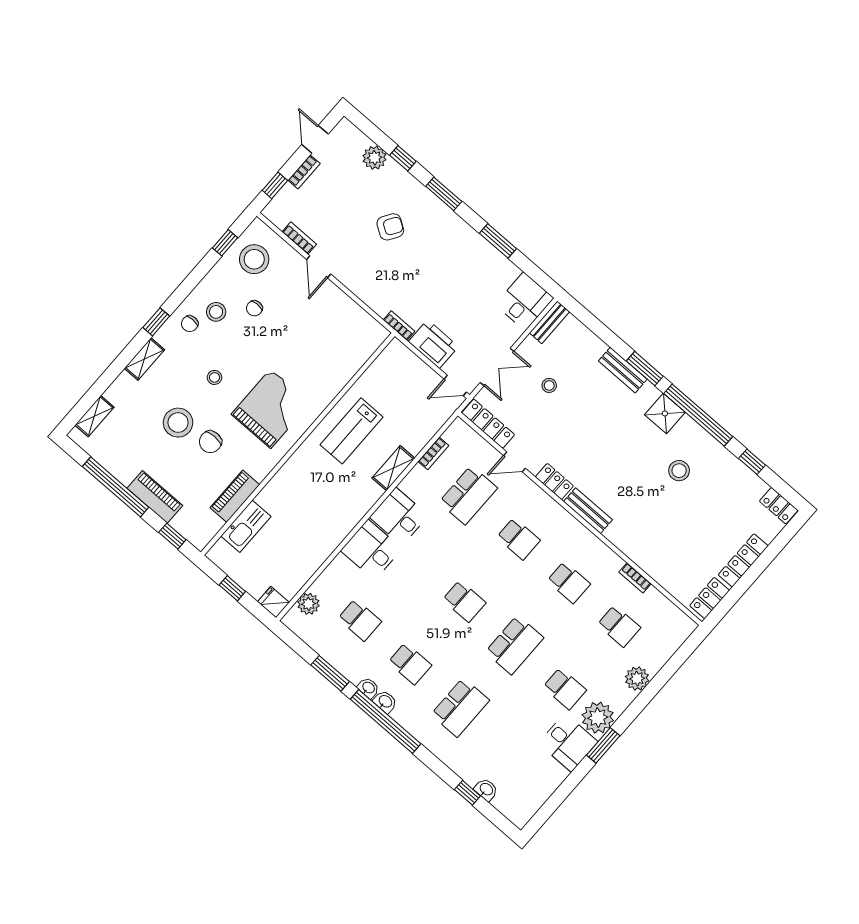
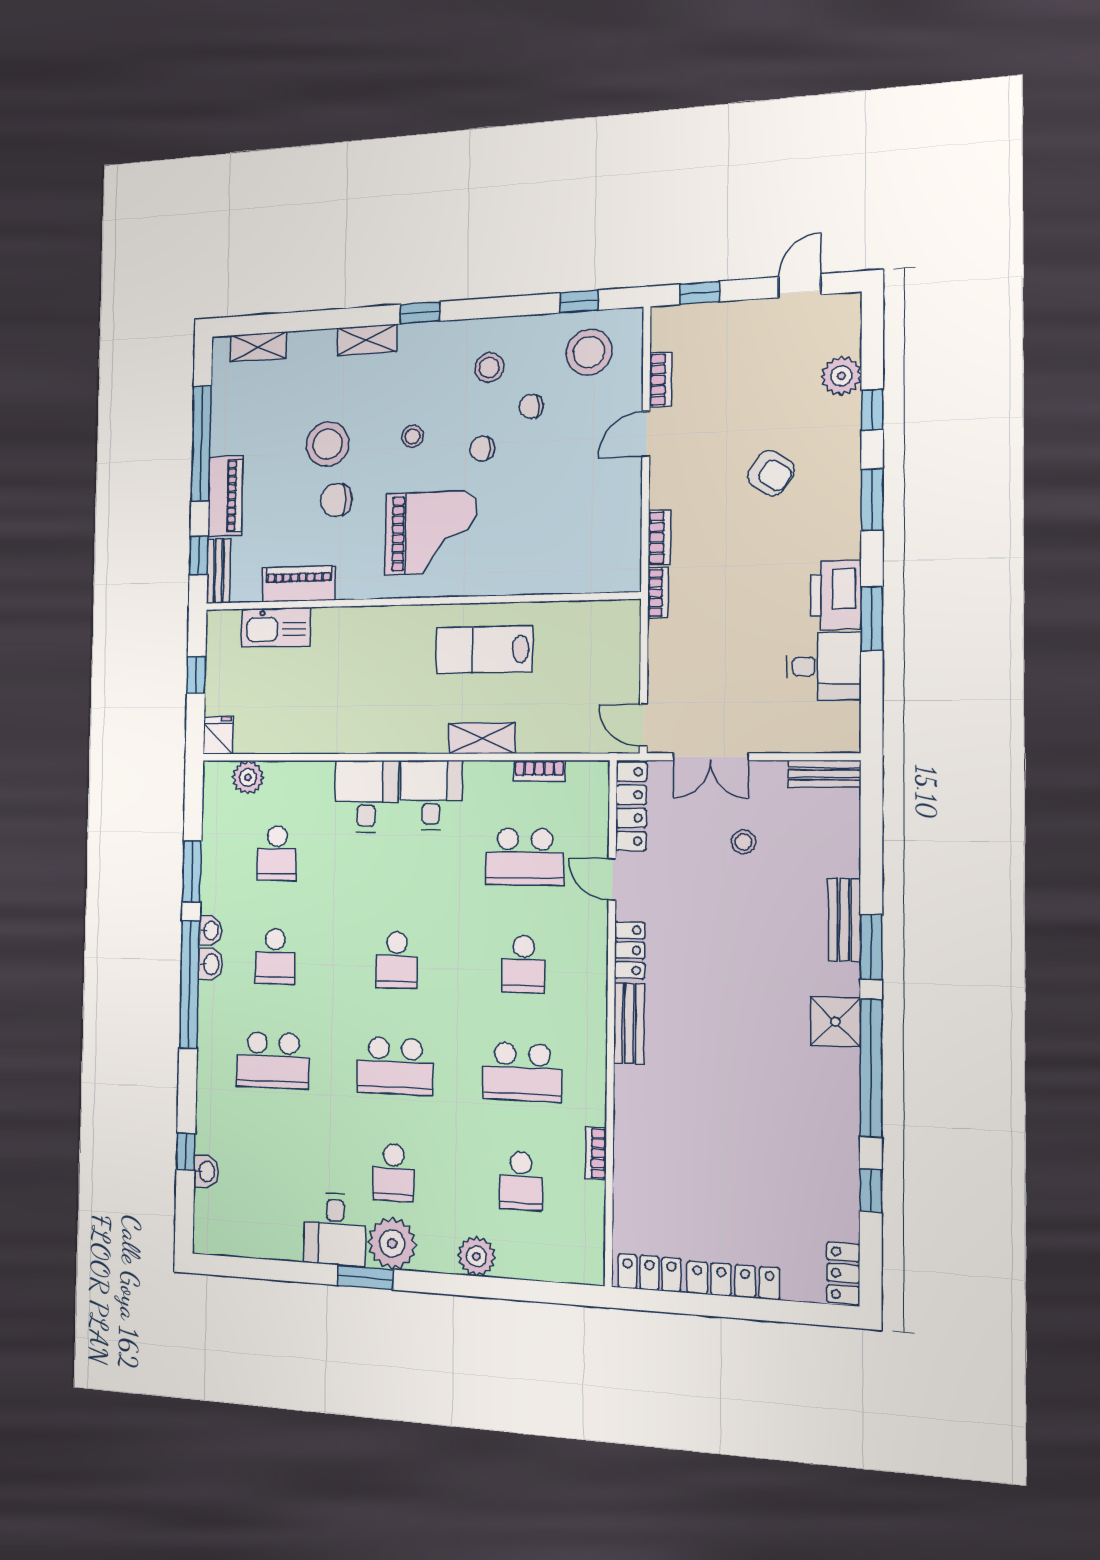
bookcase: (304, 172) -> (659, 537), moved, turned -90
desk: (524, 301) -> (824, 666), moved
chair: (190, 324) -> (482, 449), moved
printer: (433, 344) -> (836, 595), moved, turned 180
stool: (679, 471) -> (777, 1101), removed
bench: (190, 532) -> (219, 571), added
school desk: (569, 582) -> (522, 1072), width x1.85

